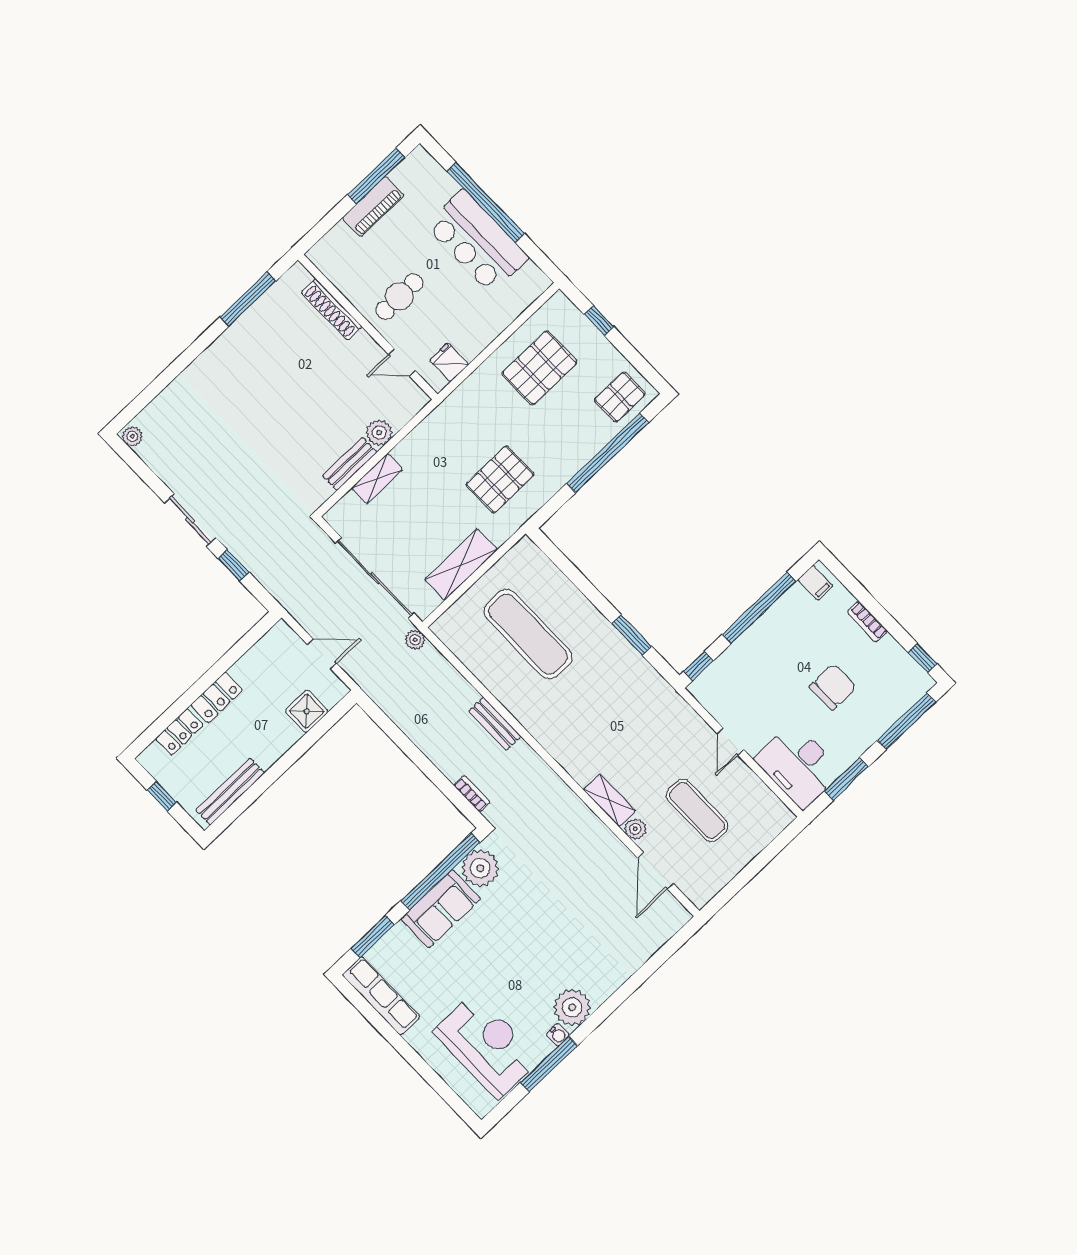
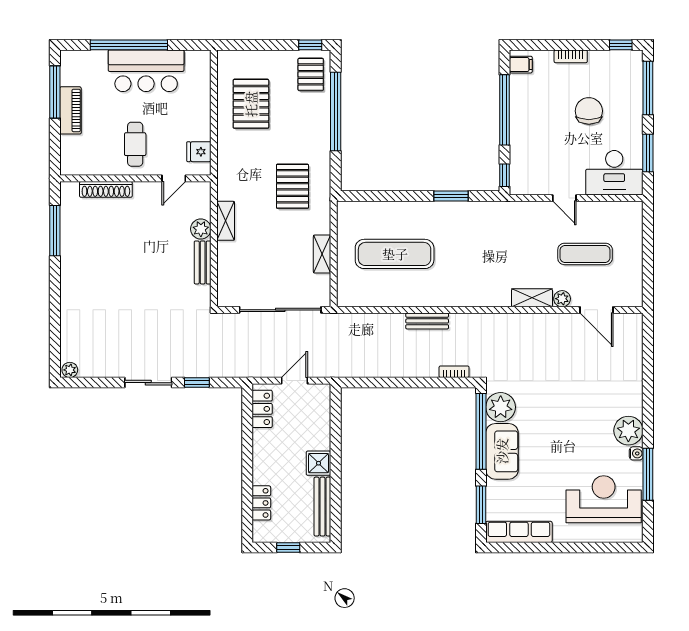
window: (599, 321) -> (310, 45), moved
shelving: (377, 479) -> (226, 221), moved
shelving: (461, 564) -> (322, 254), width x0.67, depth x0.75
plant: (415, 640) -> (337, 321), removed
locker: (217, 697) -> (262, 409), moved
shower: (307, 711) -> (319, 463), moved

